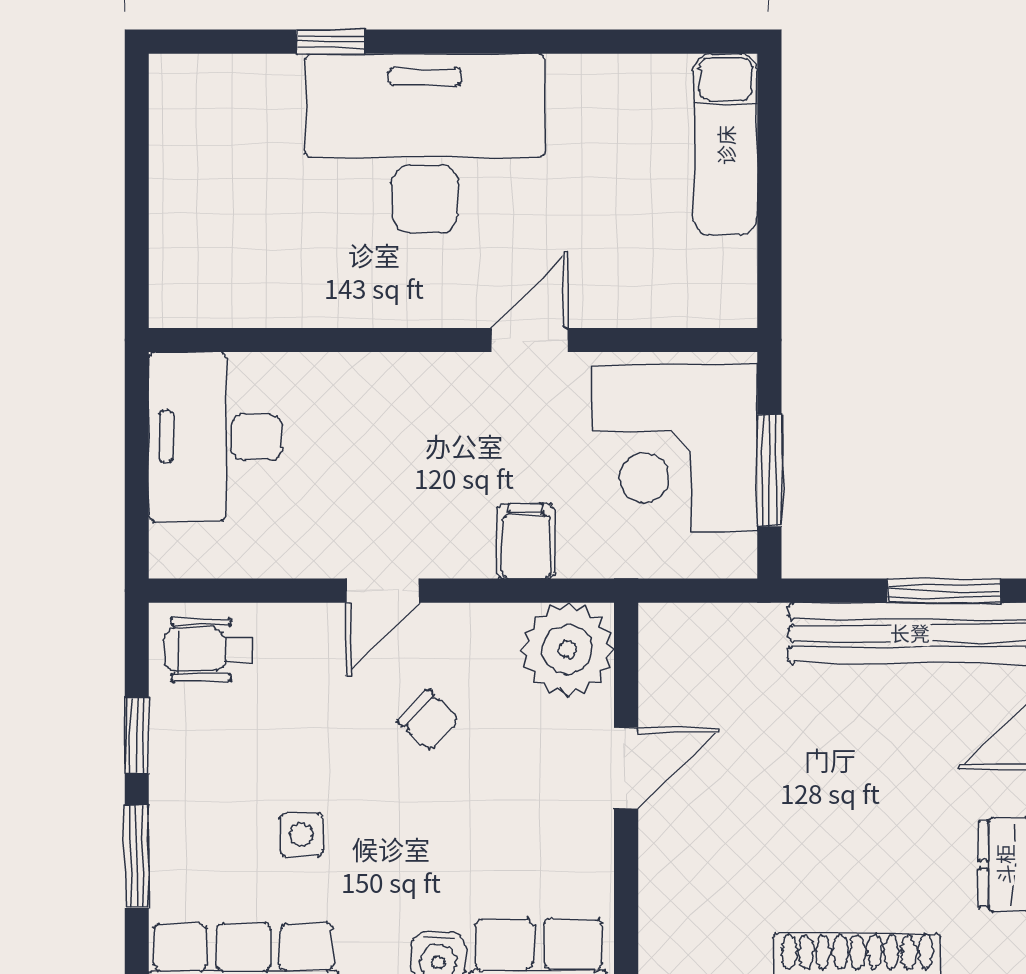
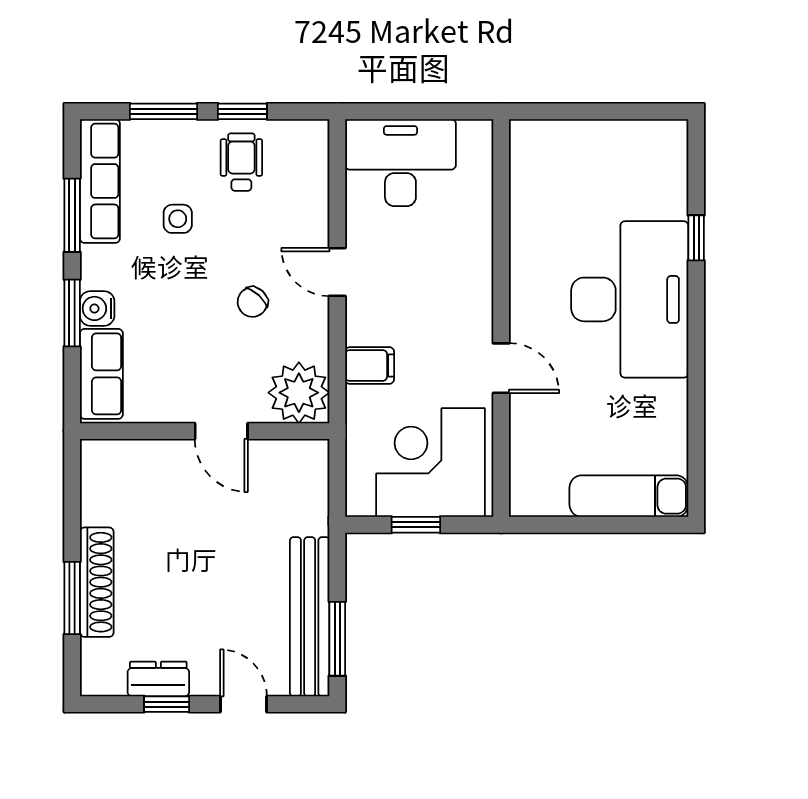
desk: (215, 437) -> (400, 163), moved
window: (769, 471) -> (416, 525), width x0.67
wheelchair: (208, 650) -> (241, 162), moved

